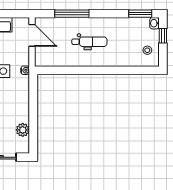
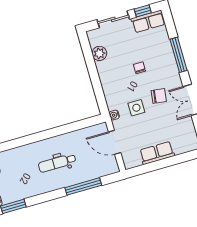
door: (32, 35) -> (115, 142), moved

